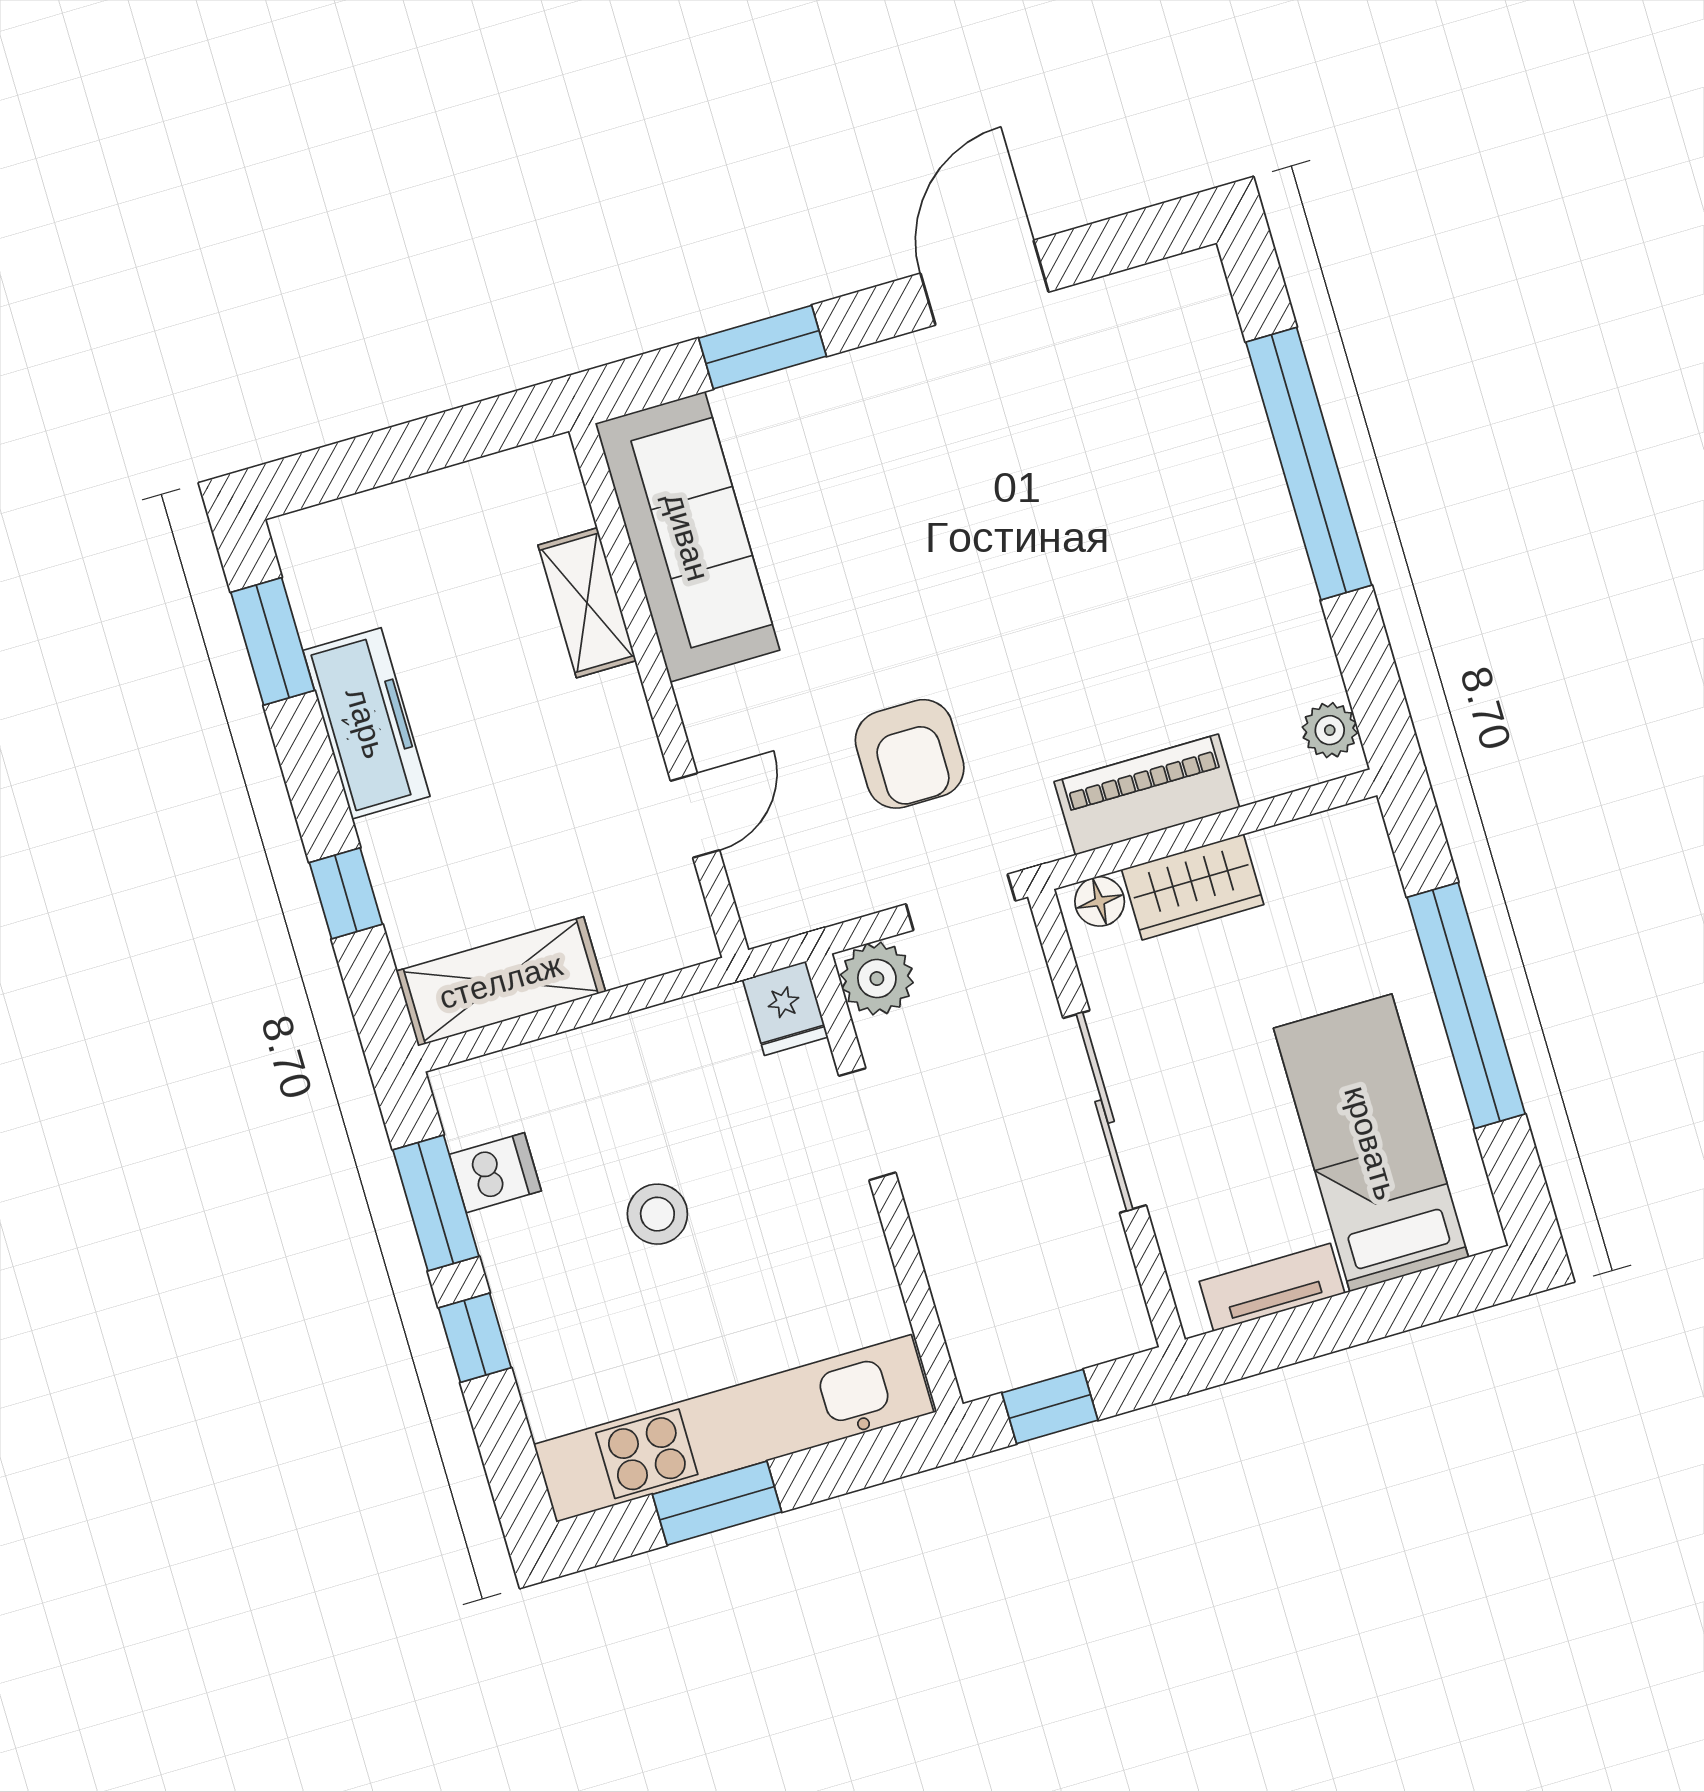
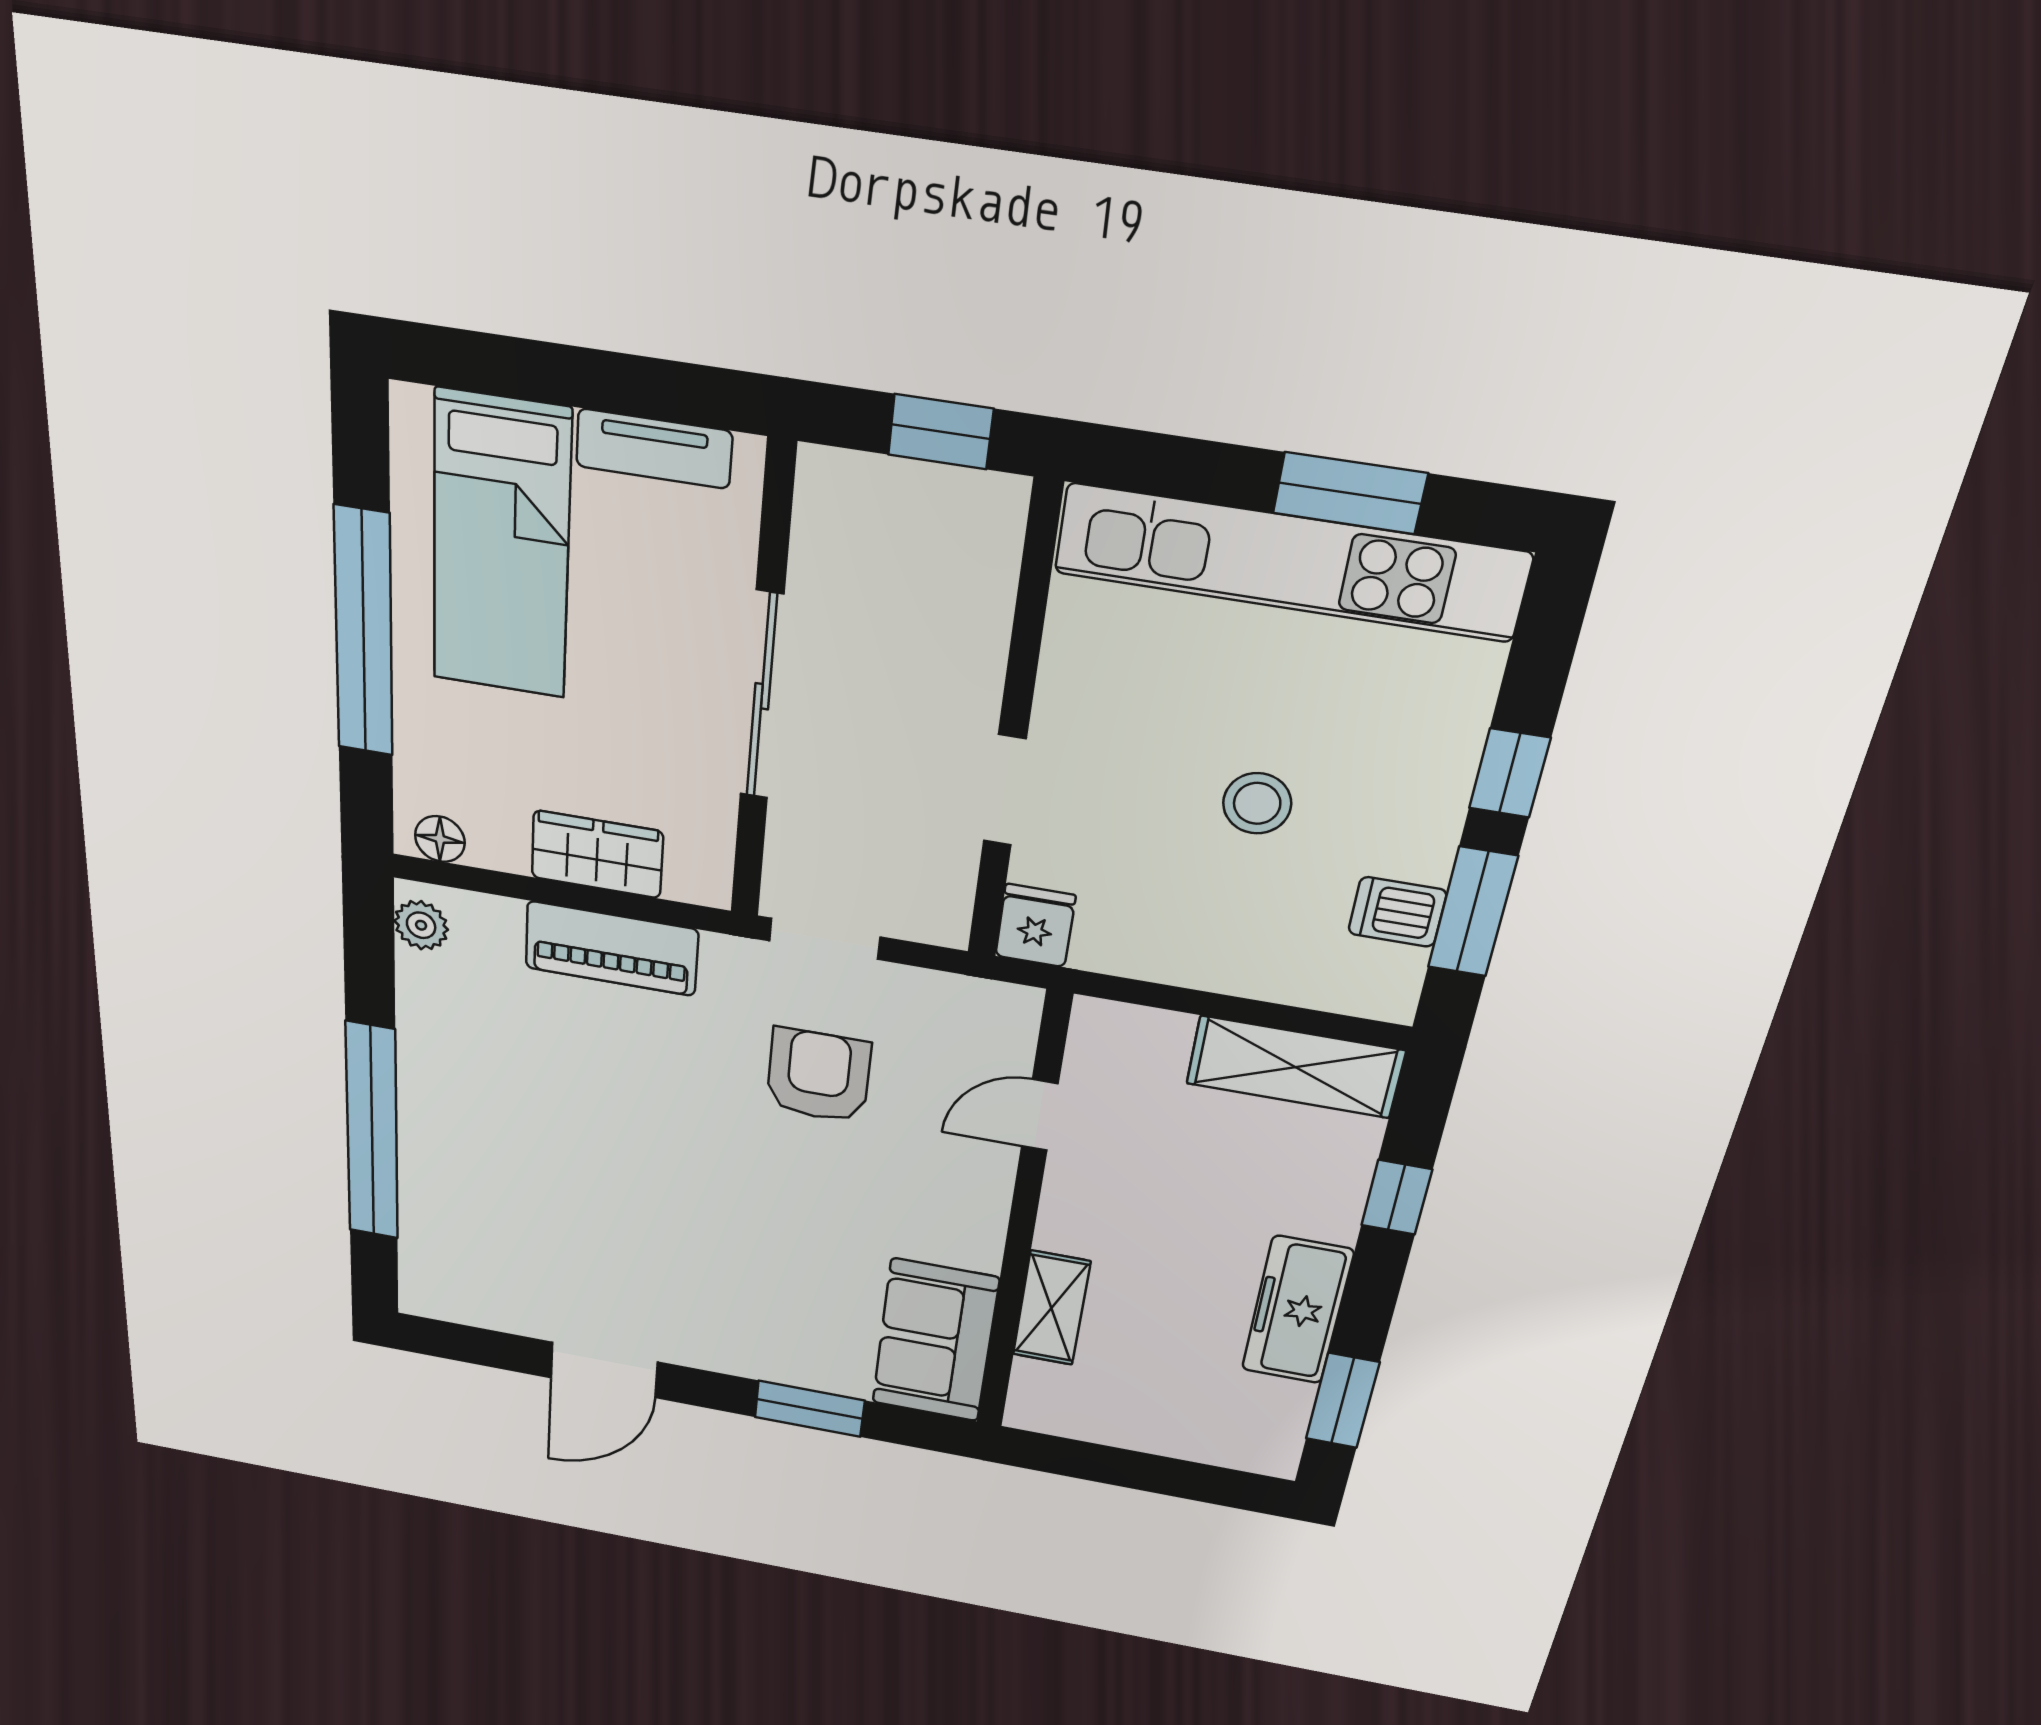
sofa: (687, 537) -> (935, 1341), width x0.73
floor lamp: (1100, 901) -> (440, 839), moved
plant: (877, 979) -> (934, 911), removed

